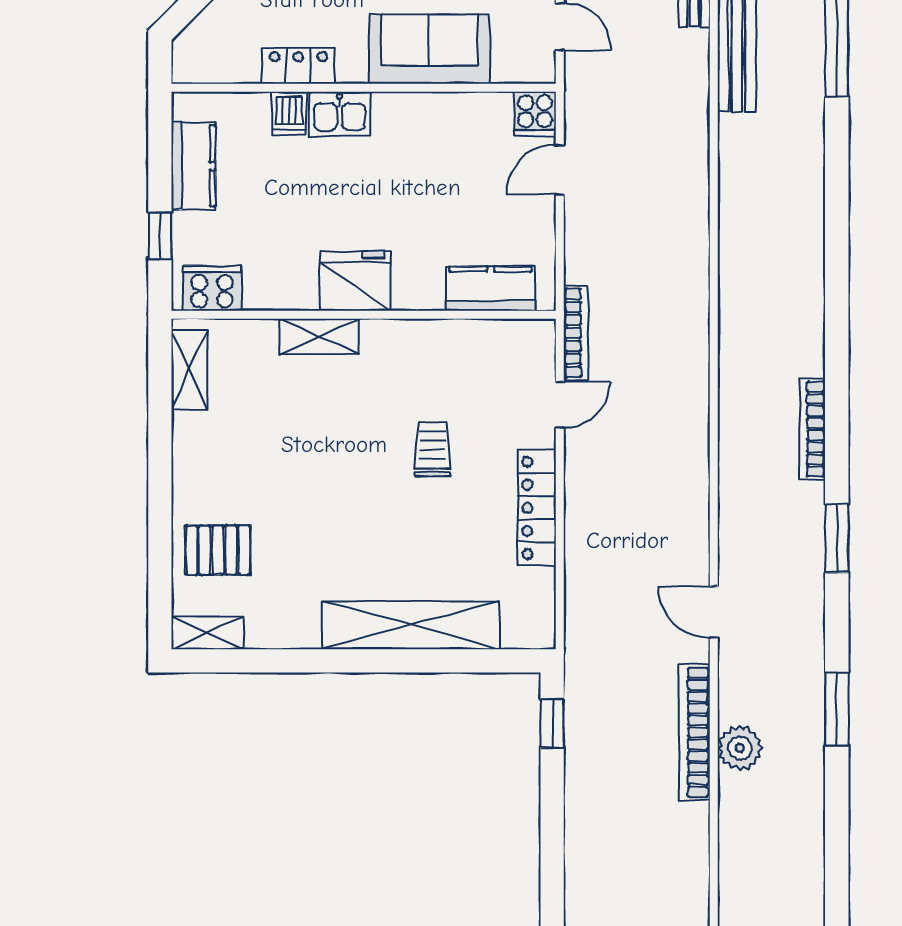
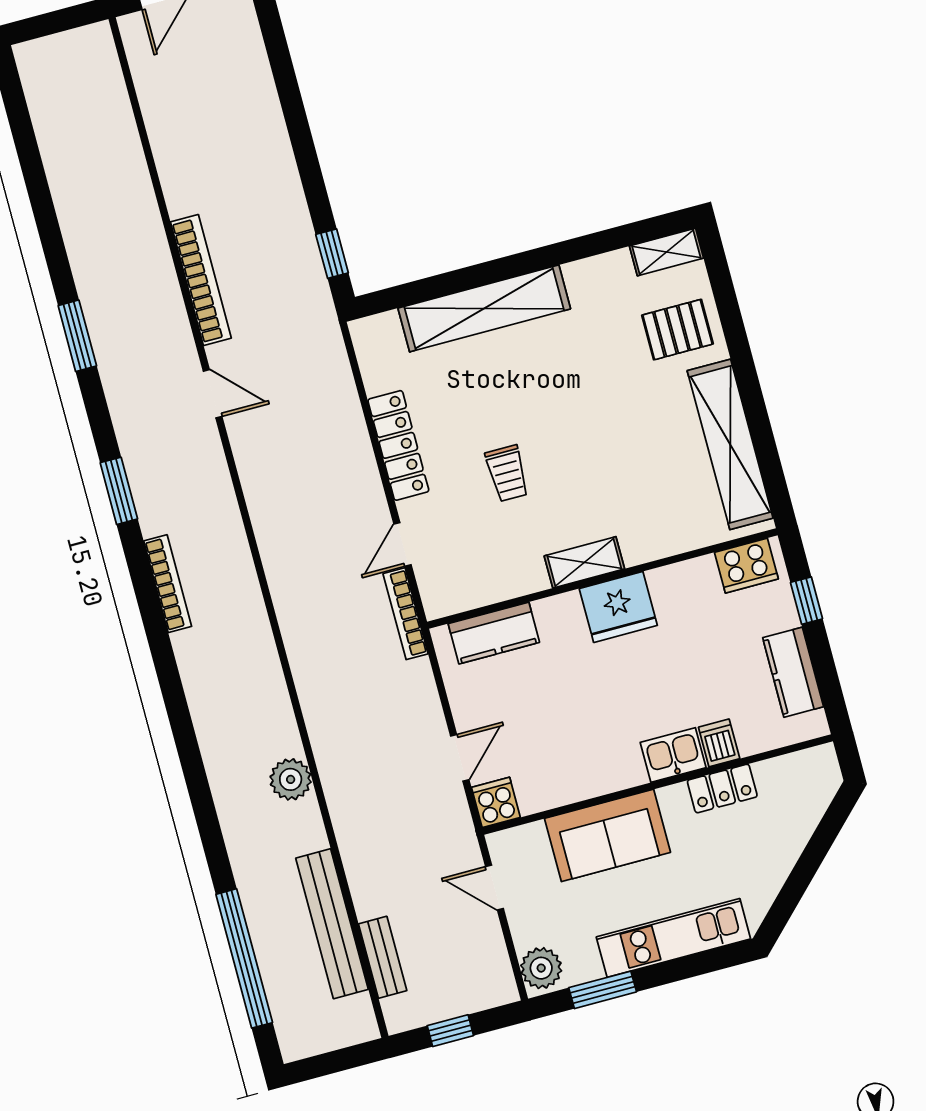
shelving: (319, 336) -> (584, 562), moved
shelving: (189, 370) -> (730, 444), width x2.20, depth x1.33
plant: (740, 748) -> (291, 779), moved

